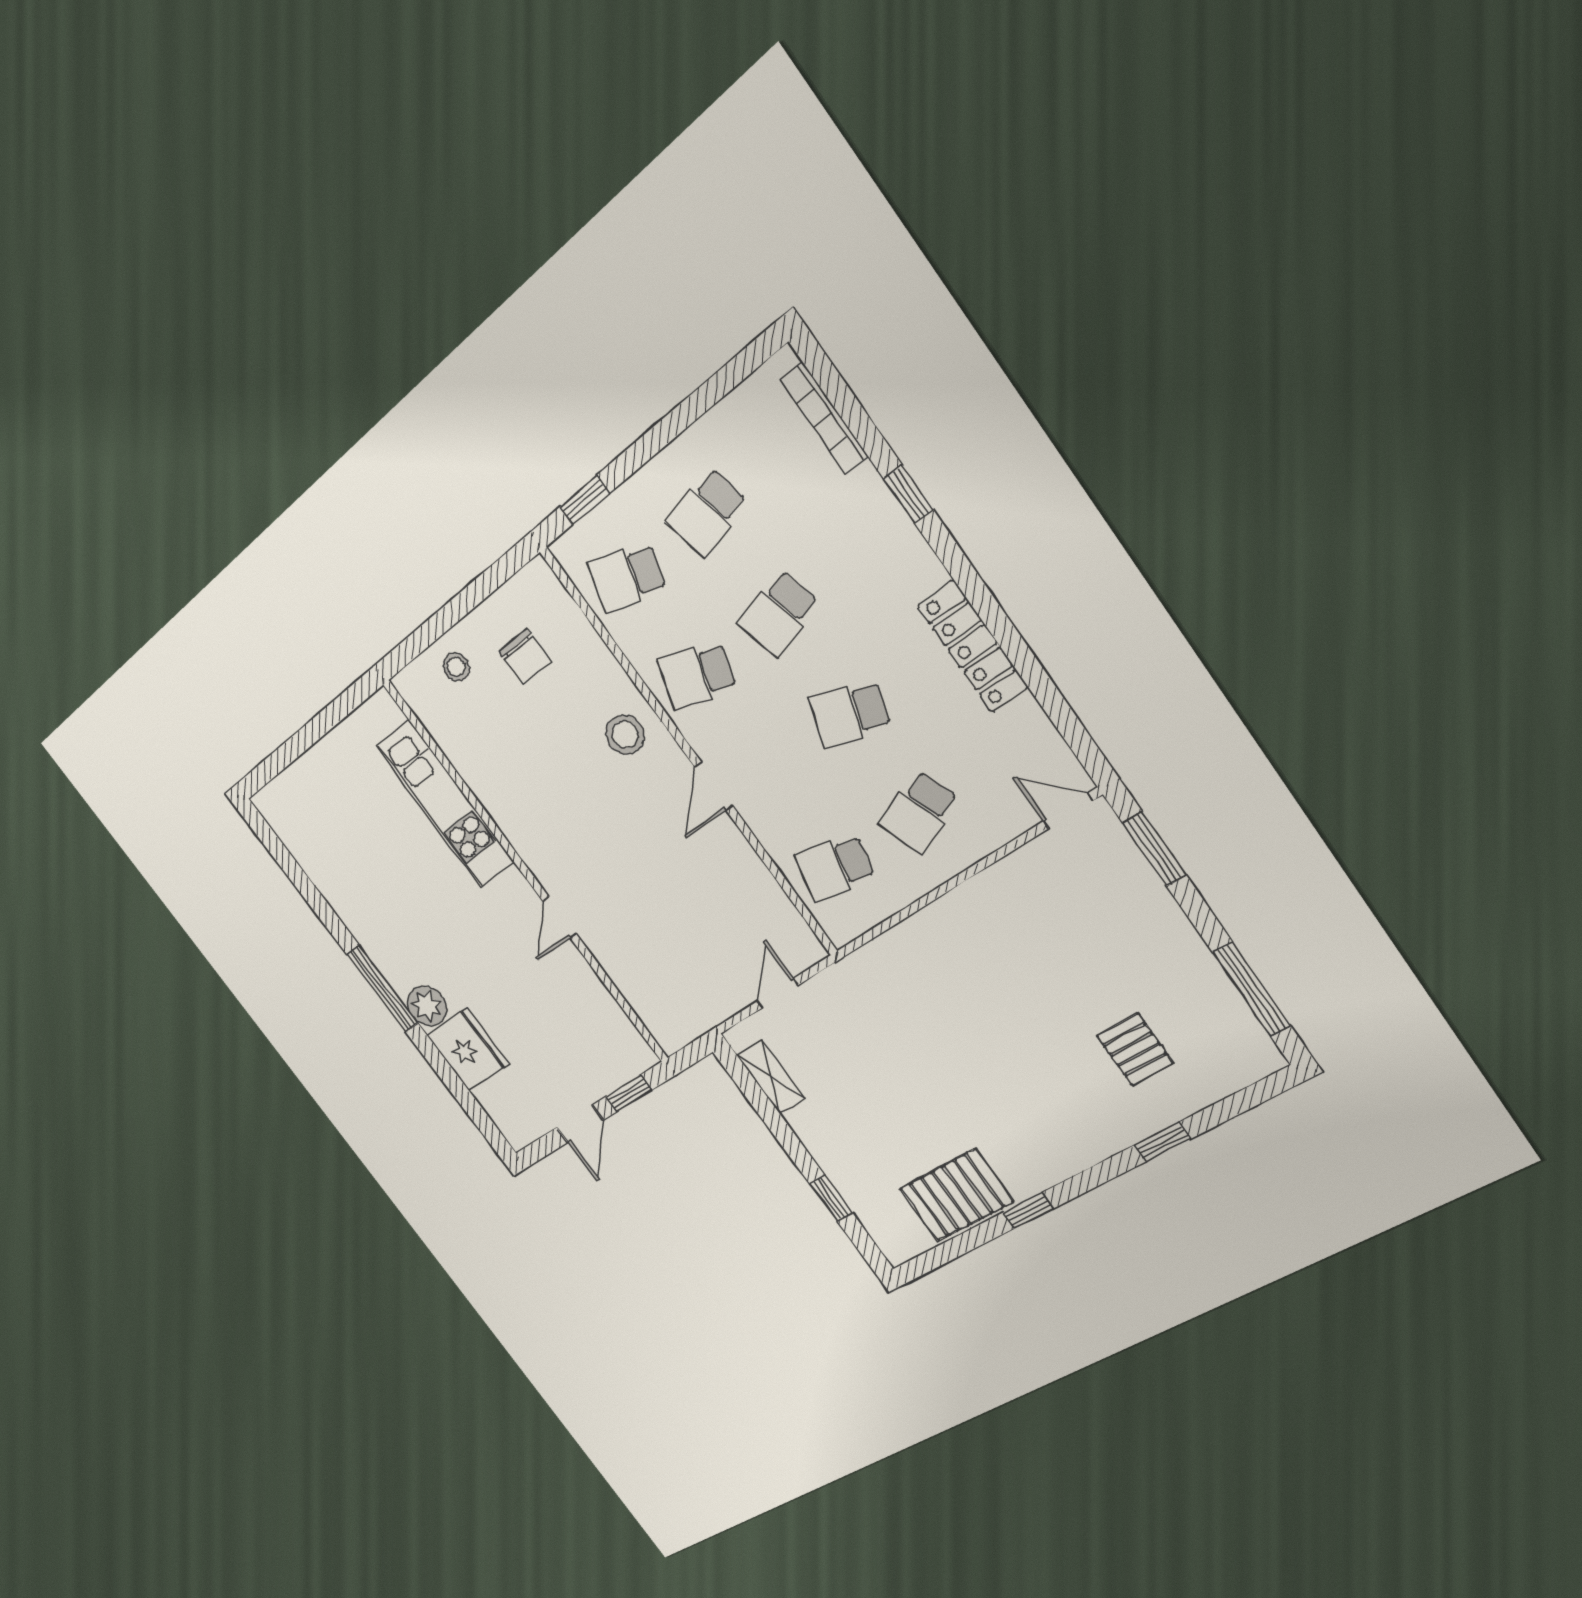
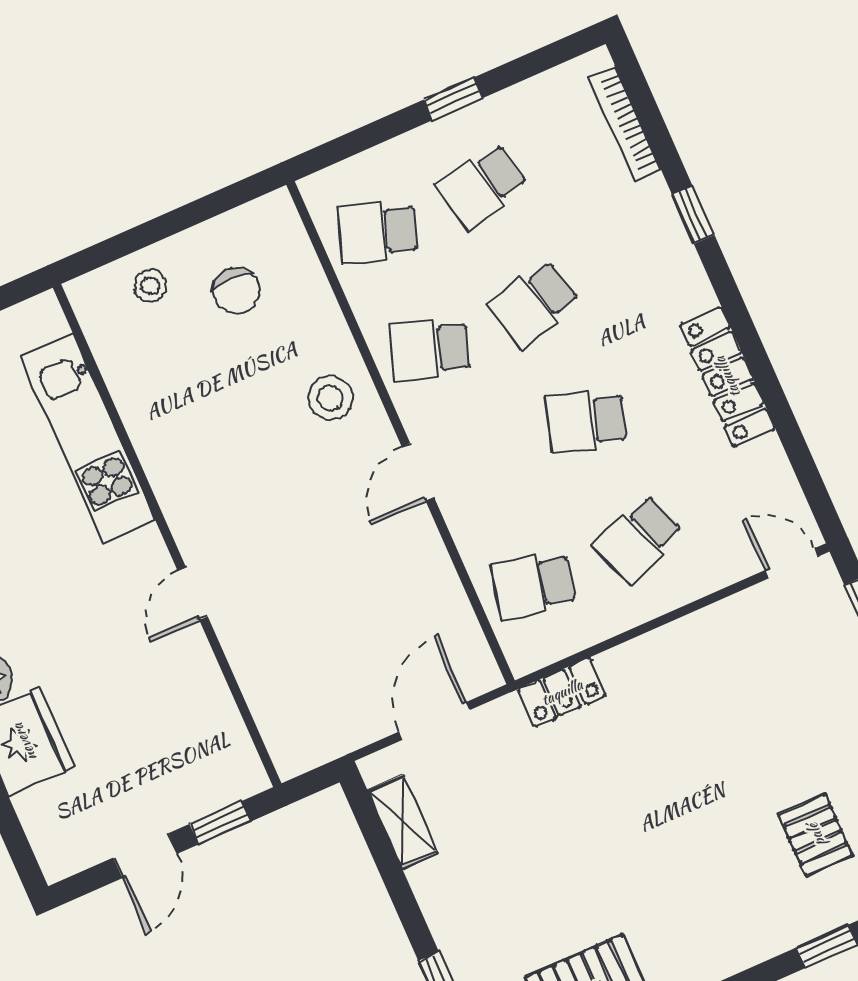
window: (585, 500) -> (453, 99), moved
locker: (880, 956) -> (562, 692), added
door: (778, 993) -> (435, 721), width x1.38

